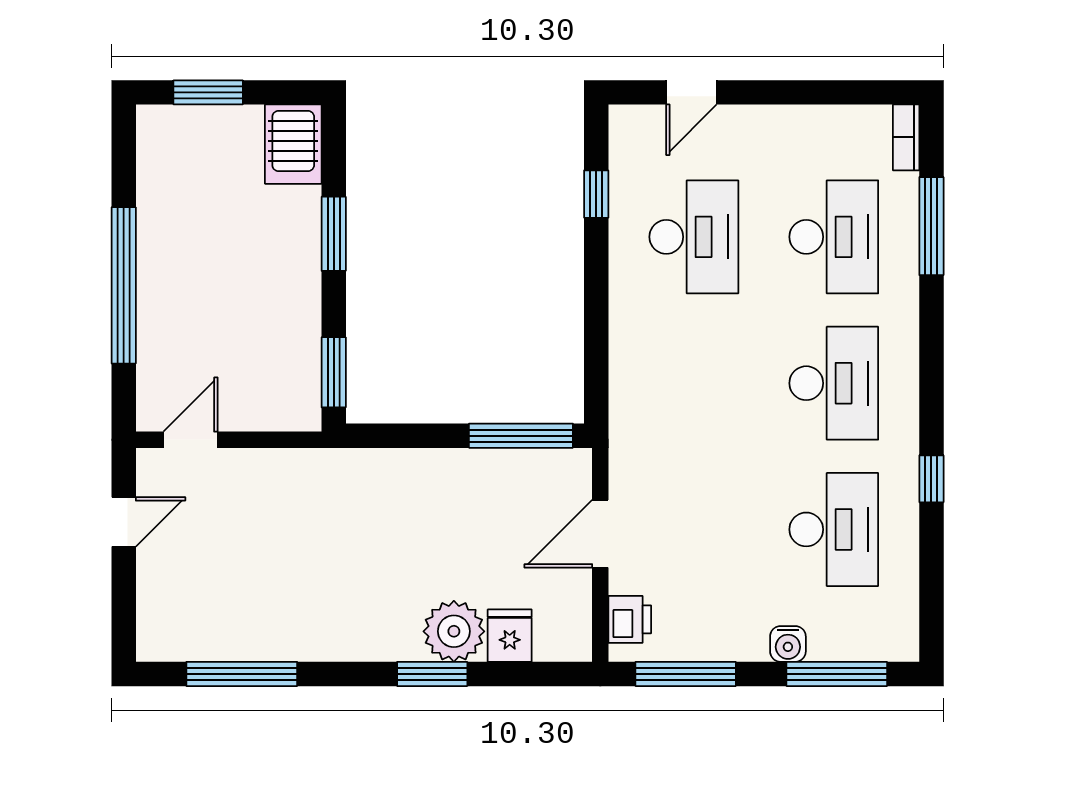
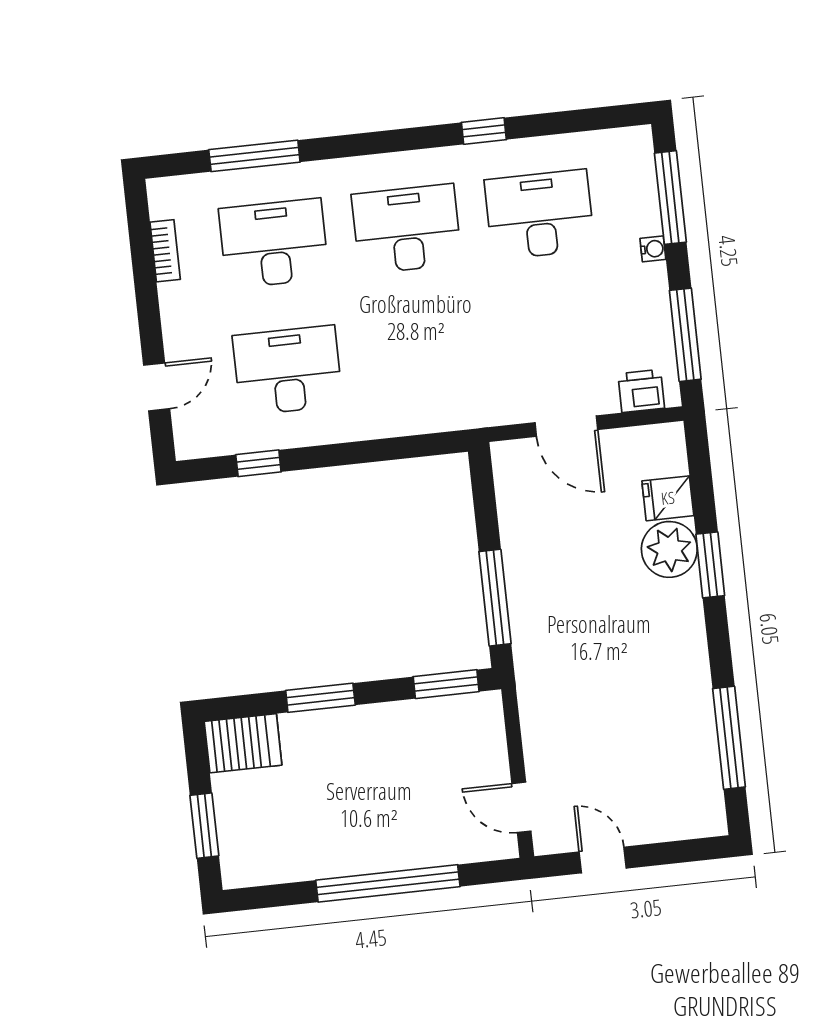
door: (691, 92) -> (157, 387), hinge flipped
bookcase: (906, 137) -> (165, 251), moved, turned -90
window: (521, 436) -> (495, 598), moved
water cooler: (788, 644) -> (653, 249), width x0.72, depth x0.72

